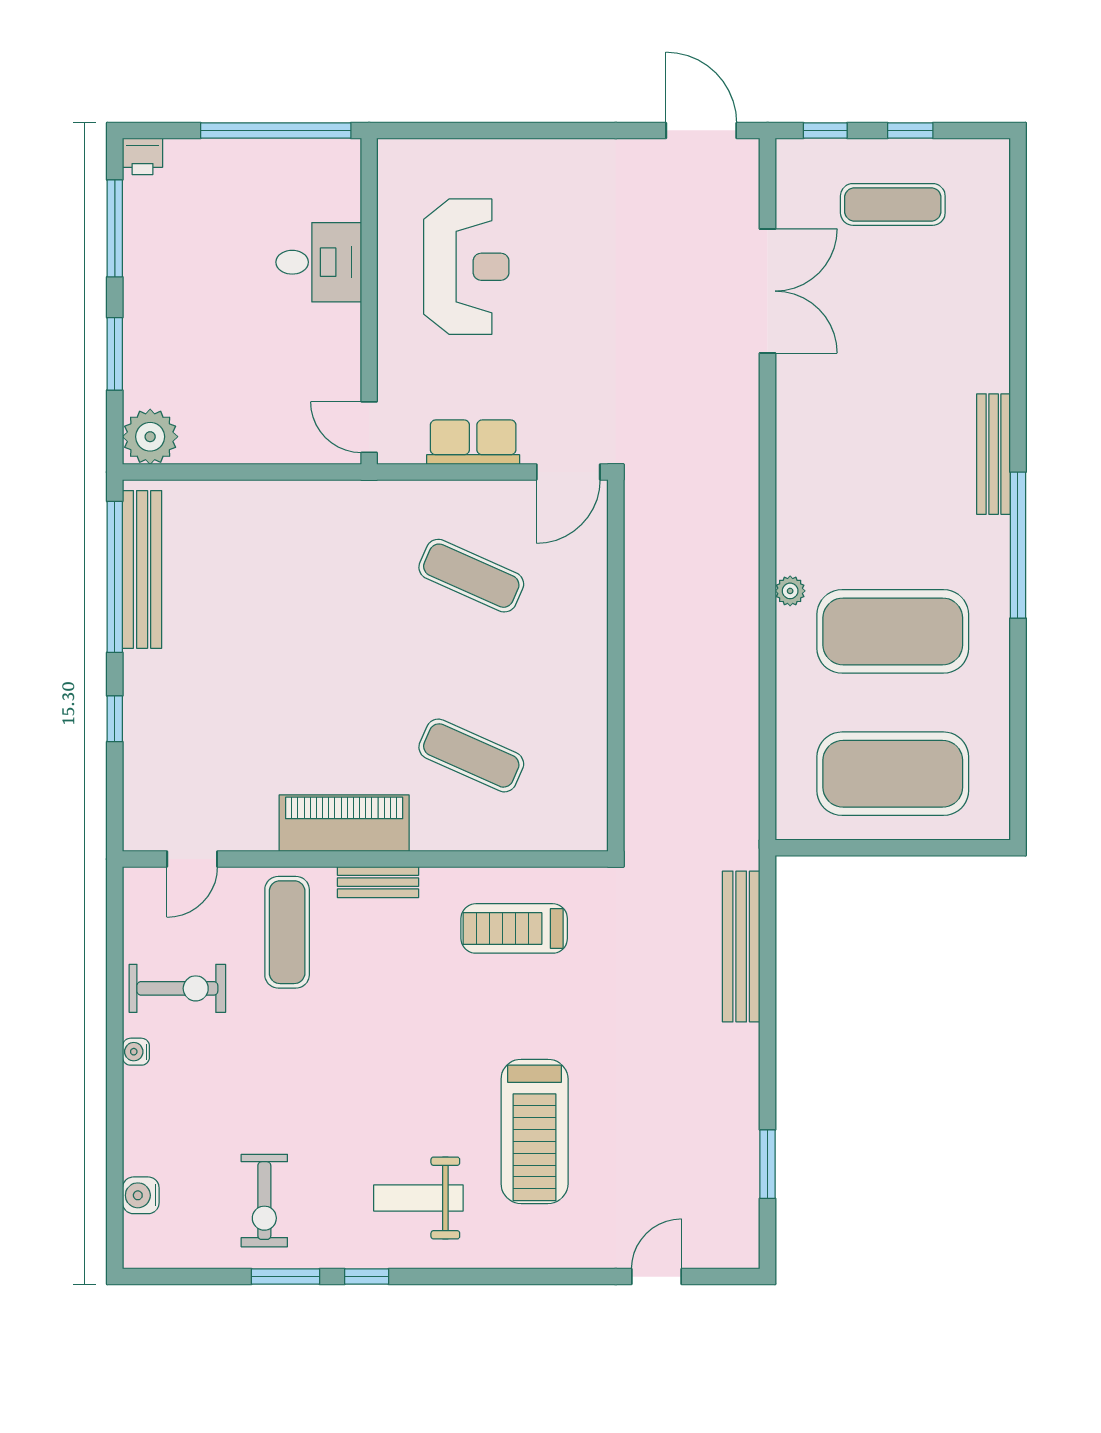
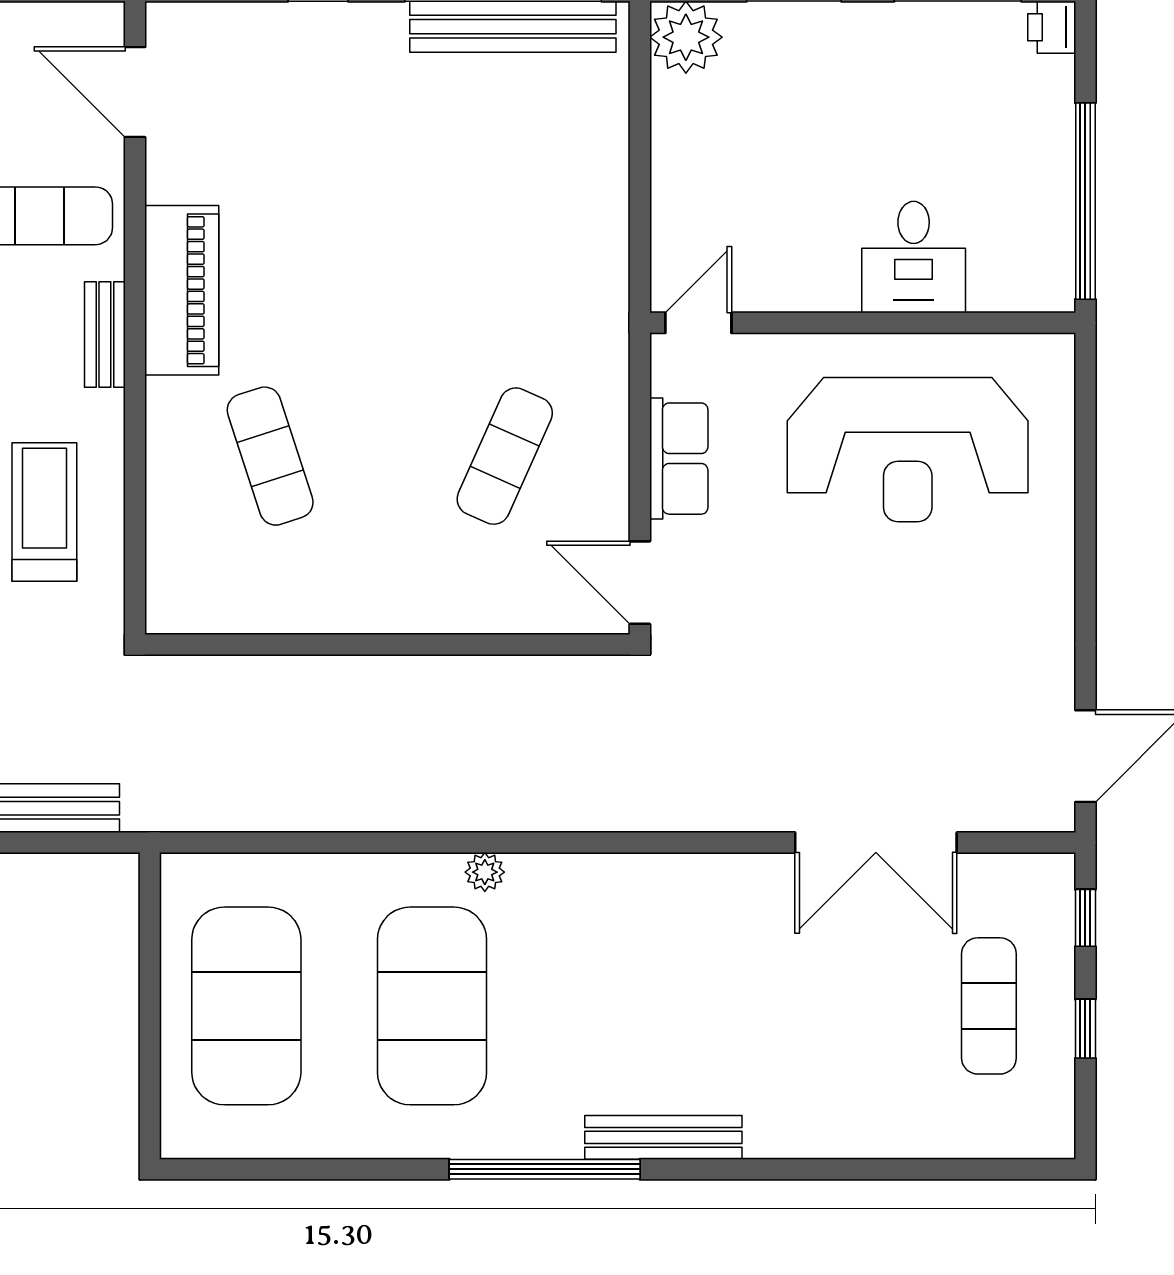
reception desk: (466, 267) -> (908, 450), width x1.36, depth x1.30
exercise mat: (471, 755) -> (270, 456), turned -42
door: (192, 859) -> (135, 92), width x1.38

